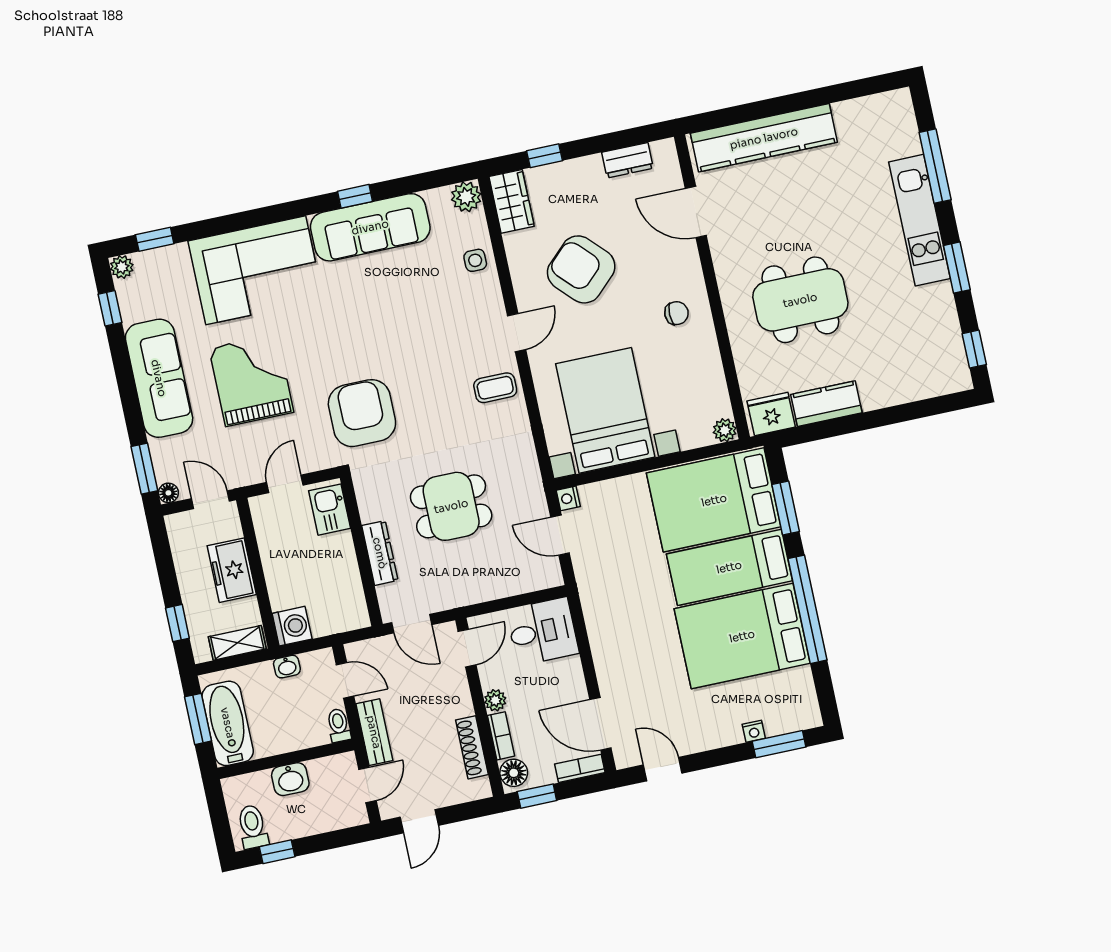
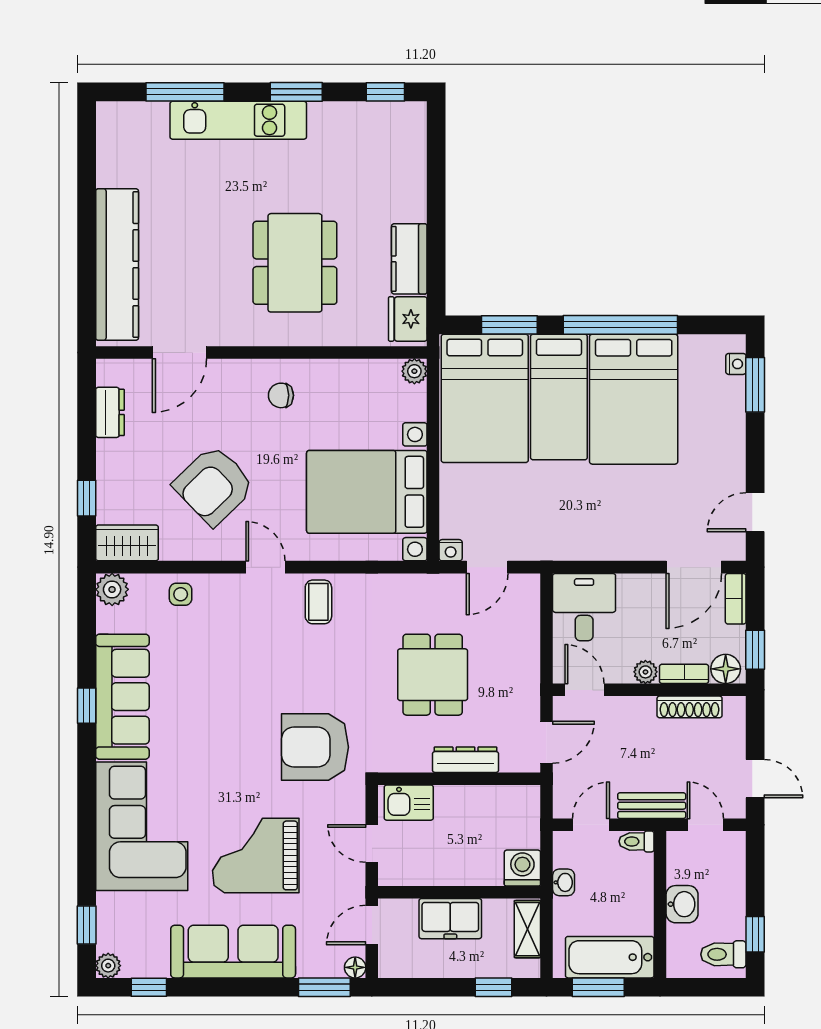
chair: (676, 313) -> (281, 395), turned -90
nightstand: (754, 731) -> (736, 364), moved

